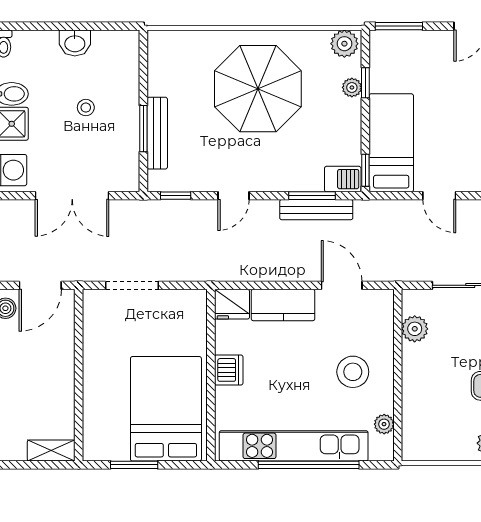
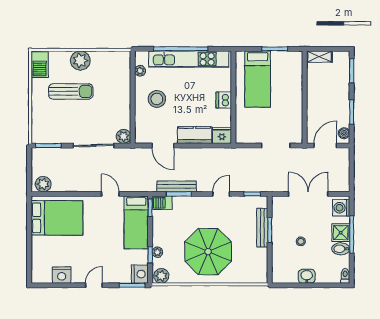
nightstand: (384, 47) -> (140, 274), added
plant: (415, 329) -> (124, 136), moved
bed: (166, 409) -> (258, 79), width x0.67

